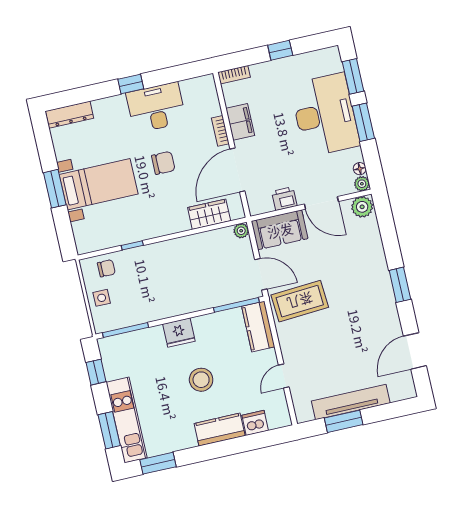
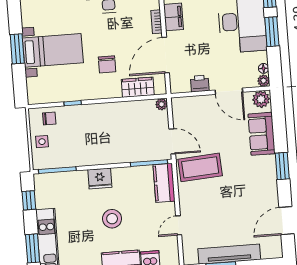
chair: (163, 163) -> (107, 64), moved, turned 90
sofa: (280, 230) -> (262, 134), moved, turned 90

